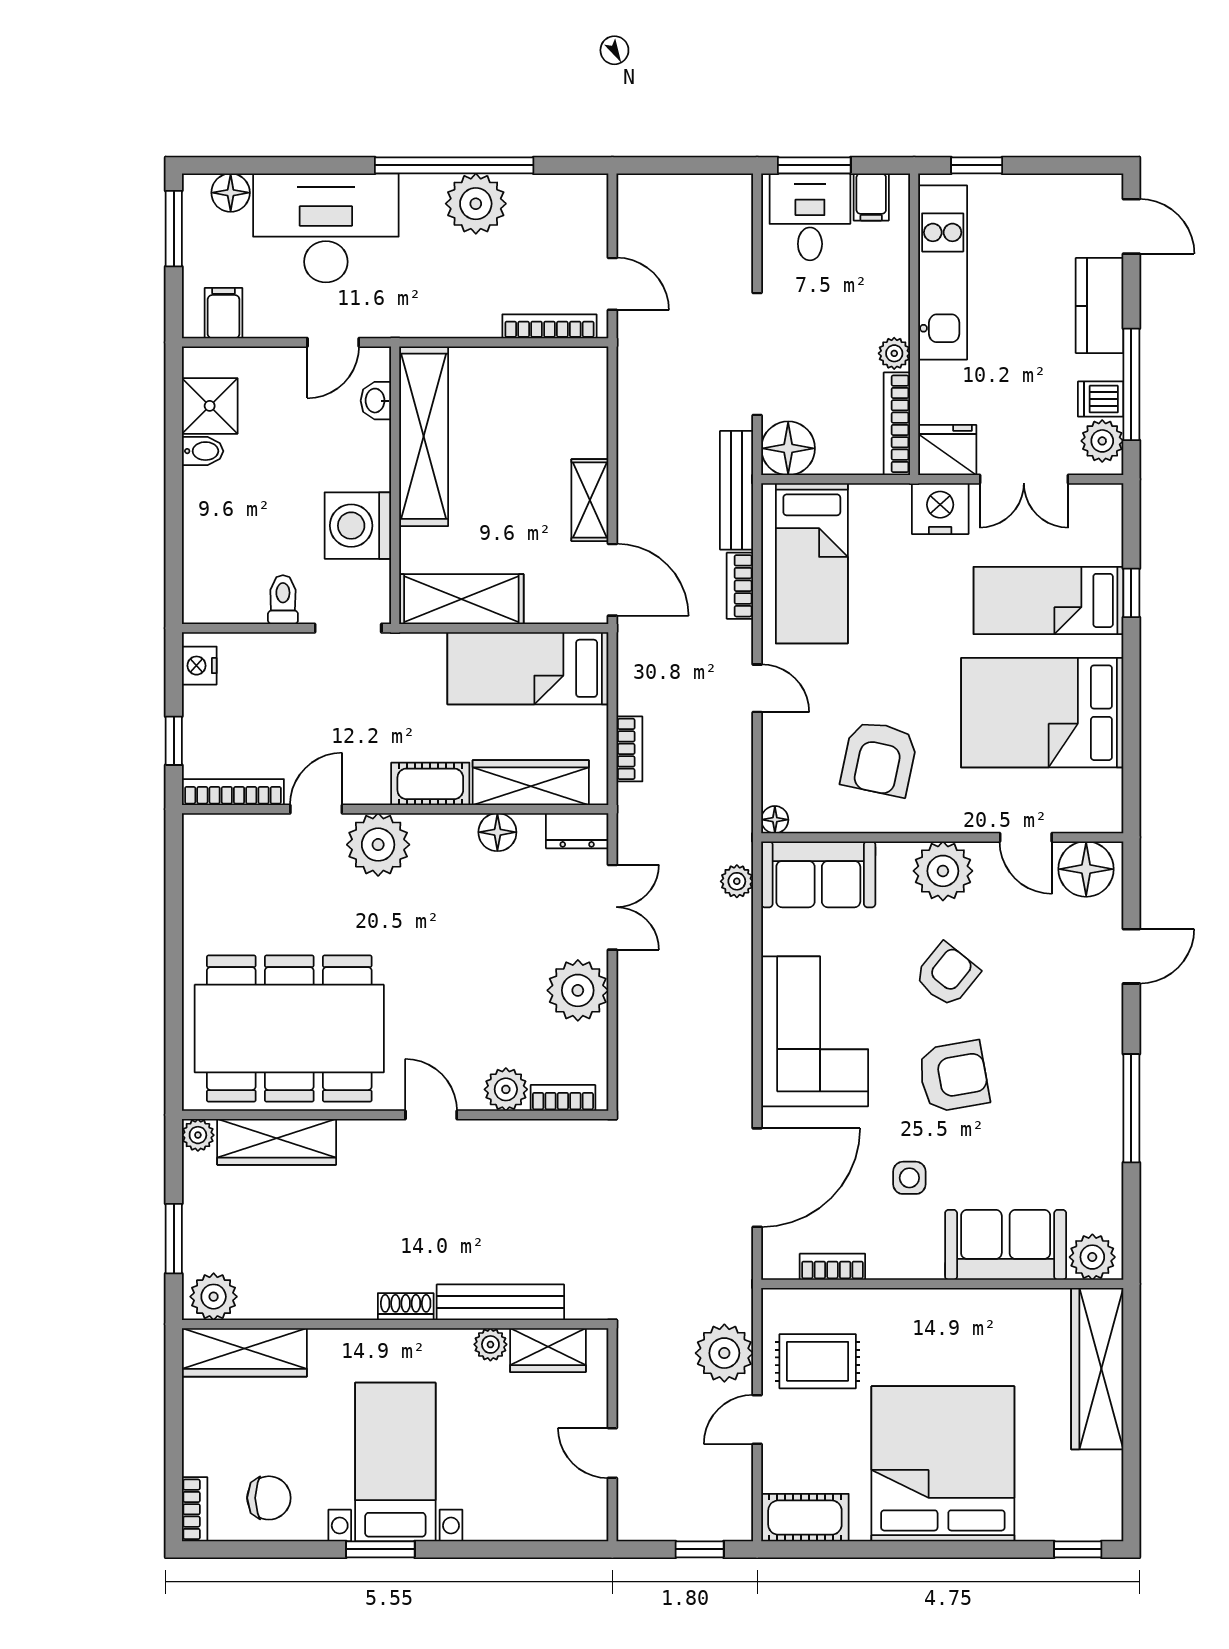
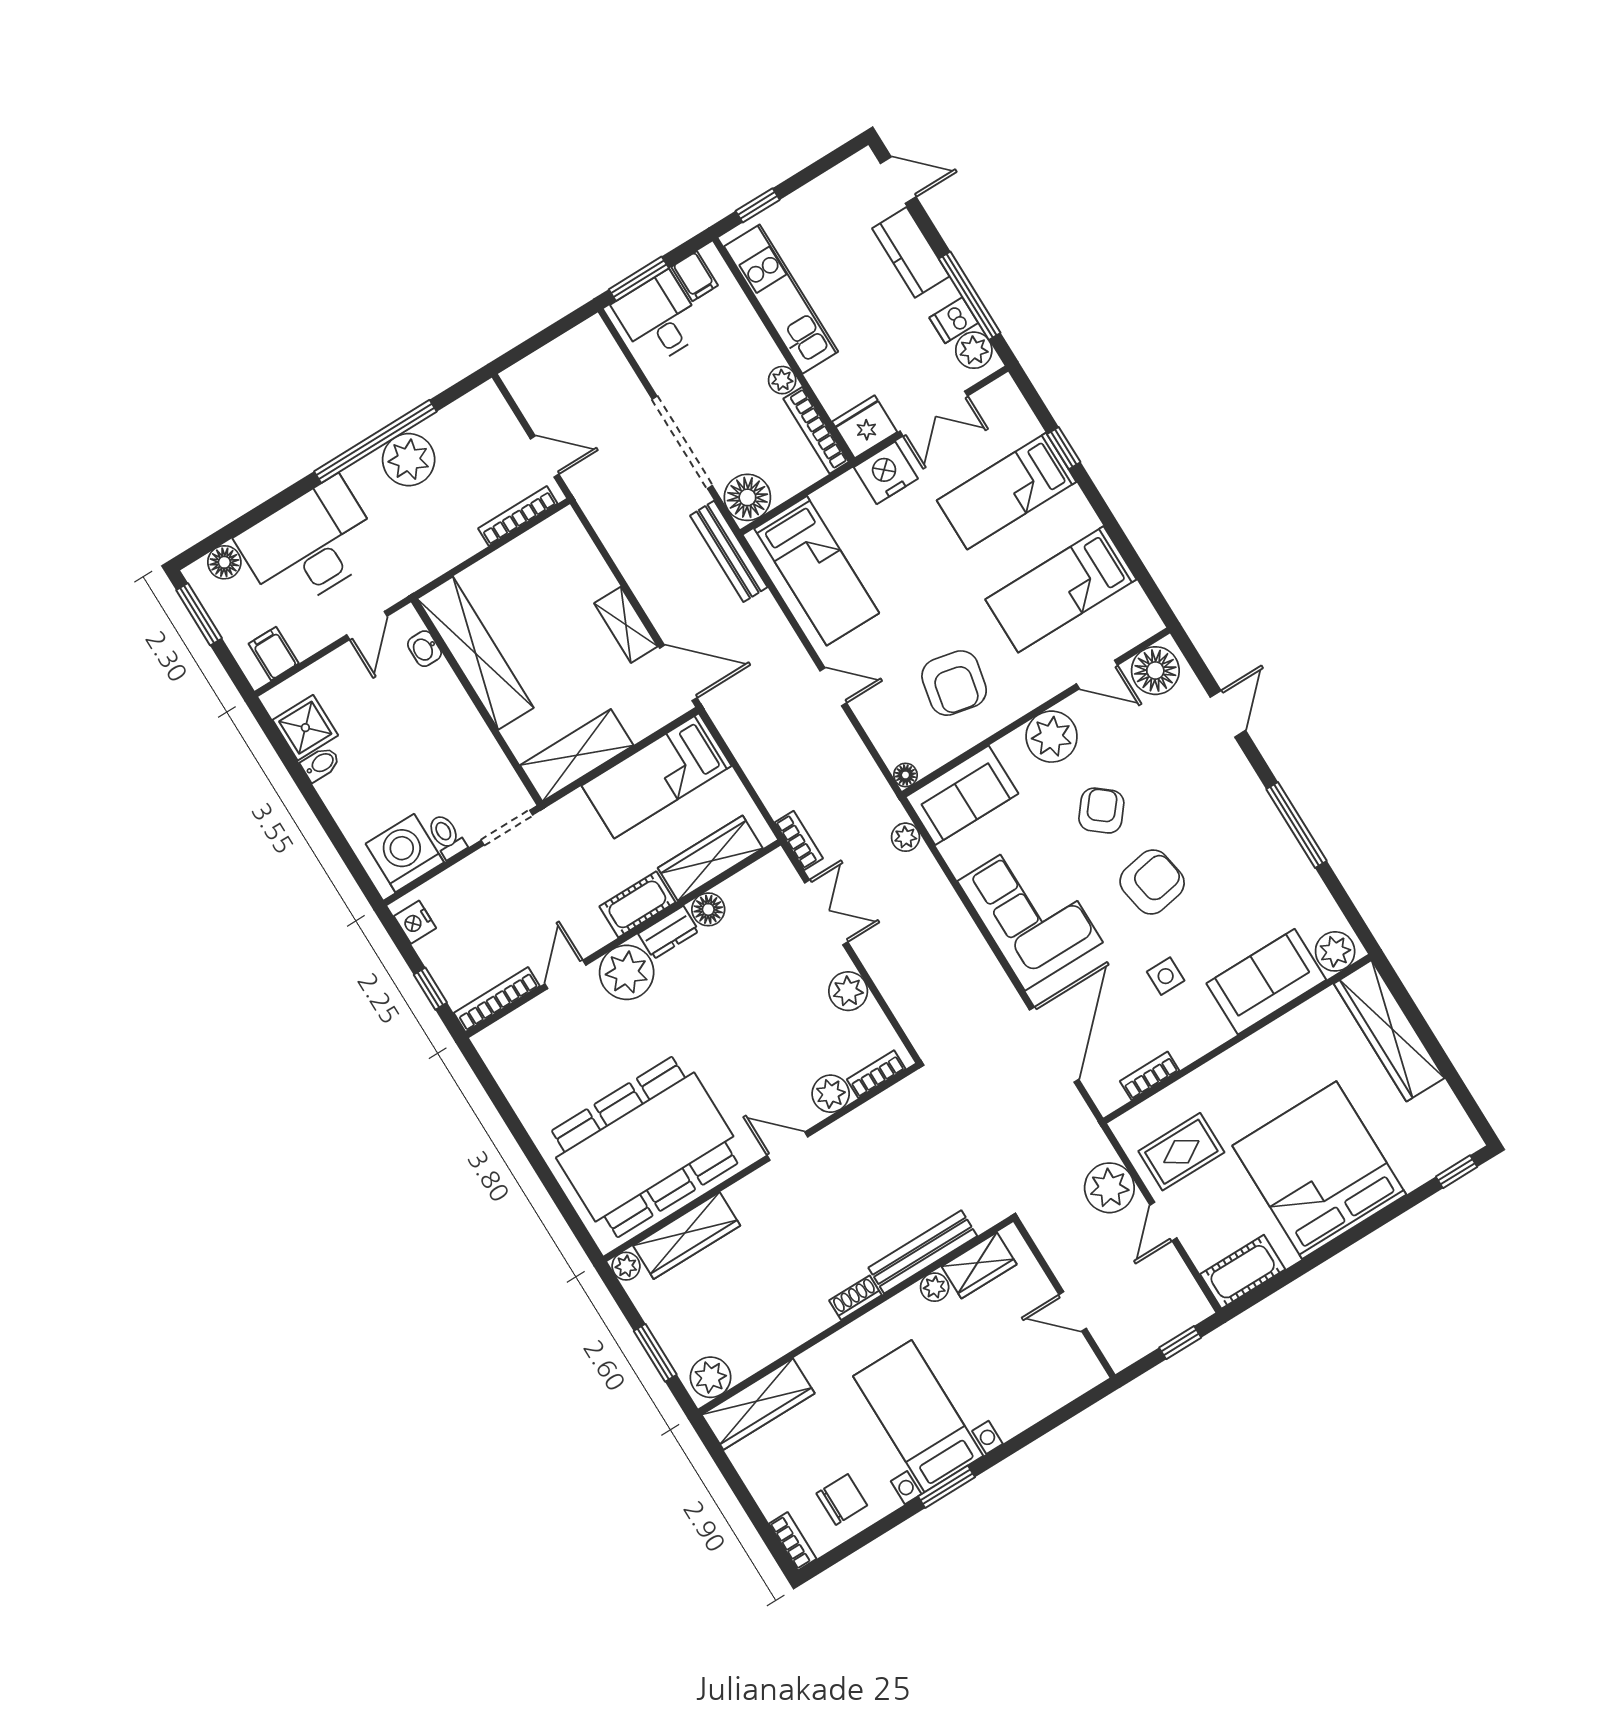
washing machine: (358, 526) -> (405, 853), moved, turned 90
bookcase: (740, 586) -> (774, 620), removed
bed: (1042, 713) -> (1061, 589), width x0.67
bookcase: (629, 749) -> (799, 840), moved
dresser: (577, 831) -> (669, 932), moved
plant: (578, 990) -> (848, 991), width x0.73, depth x0.73

